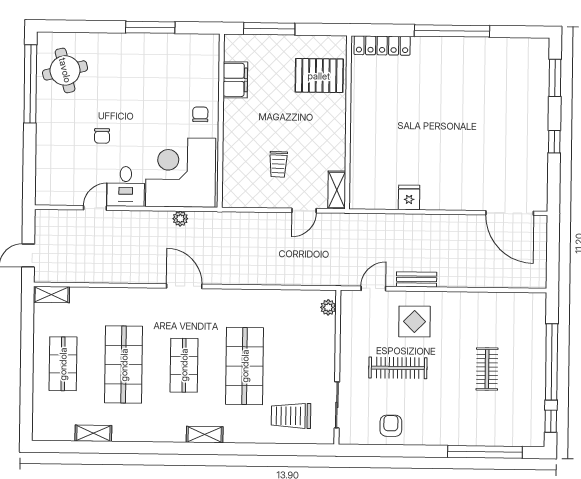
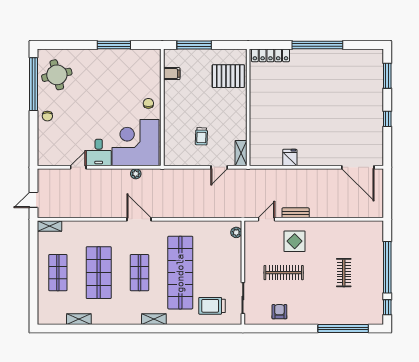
filing cabinet: (235, 80) -> (172, 74), width x0.50
chair: (102, 136) -> (47, 116), moved
shop shelf: (245, 366) -> (180, 273), width x1.40

